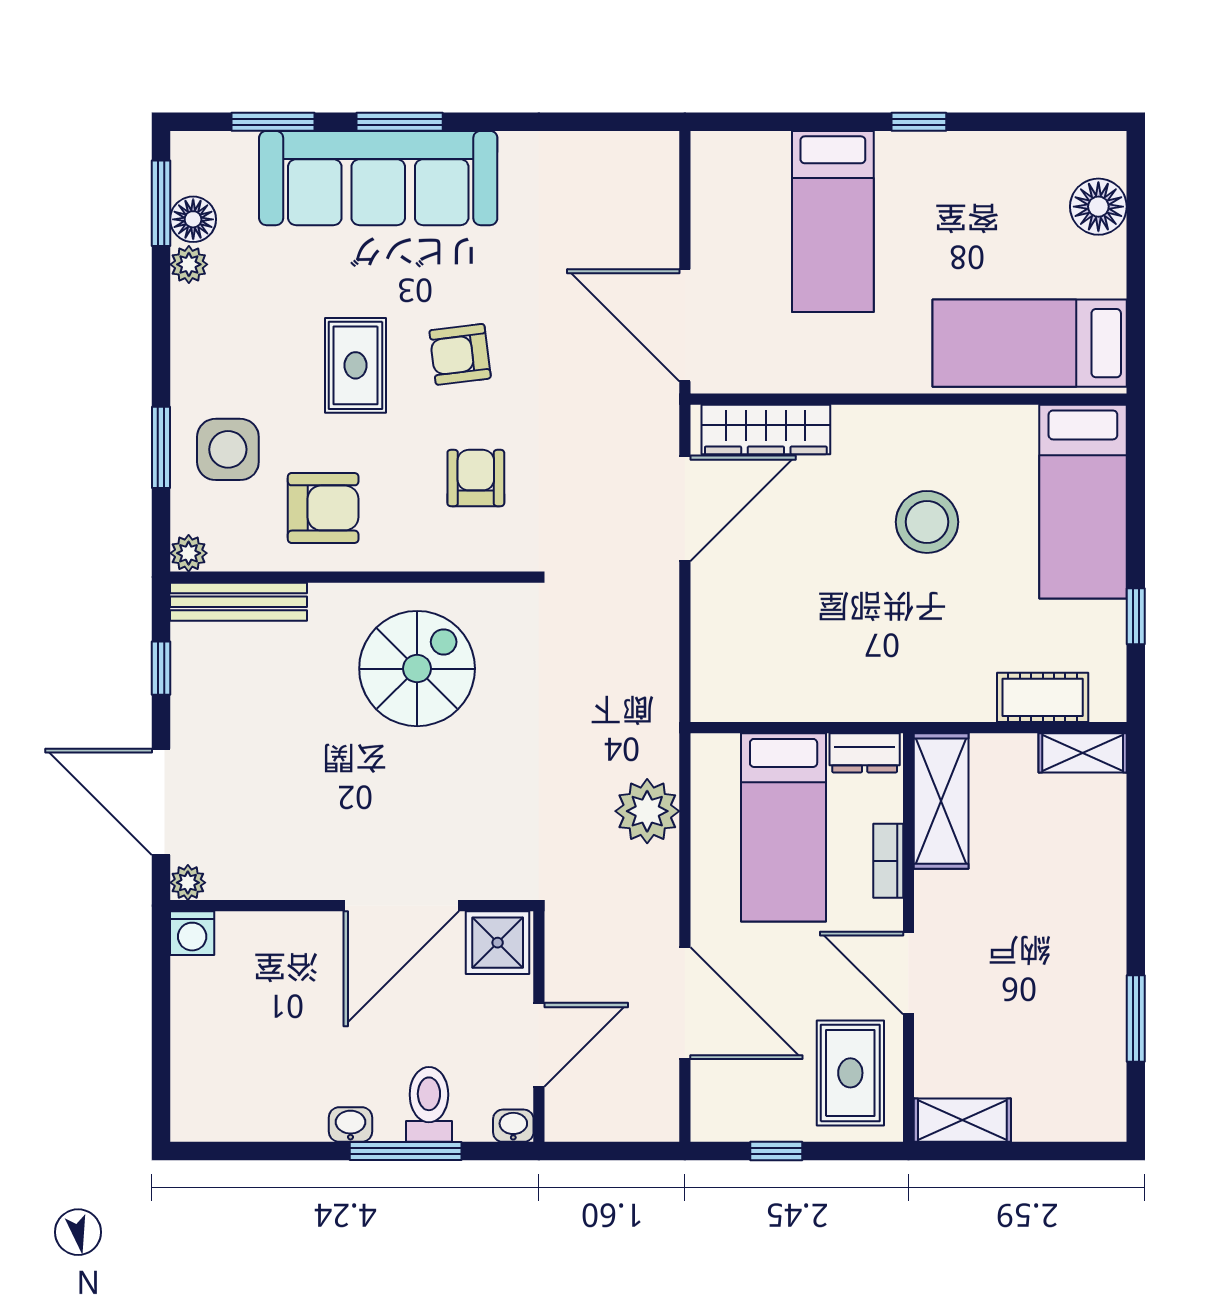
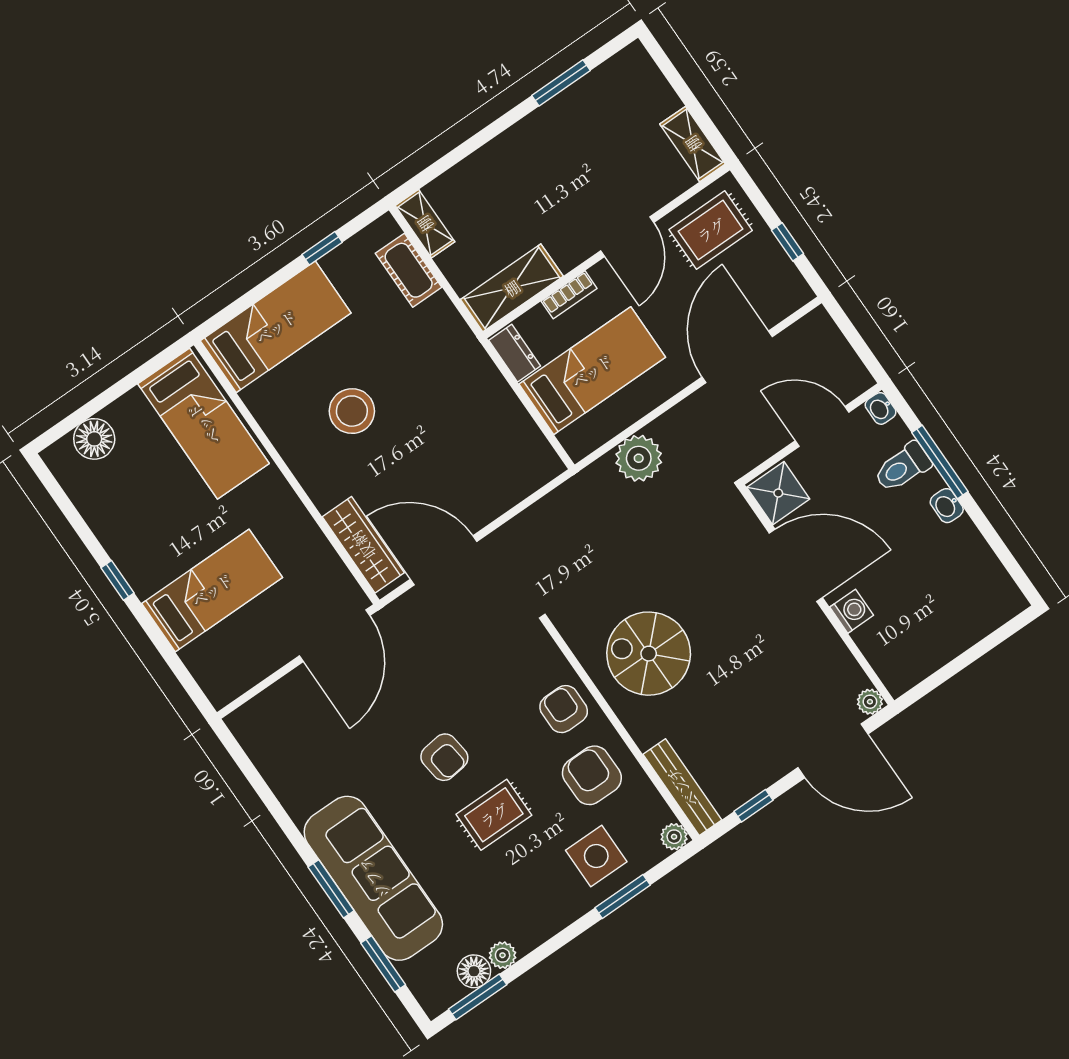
armchair: (476, 478) -> (564, 709), moved, turned 90
door: (161, 802) -> (833, 751), hinge flipped
washing machine: (192, 933) -> (852, 611), moved

